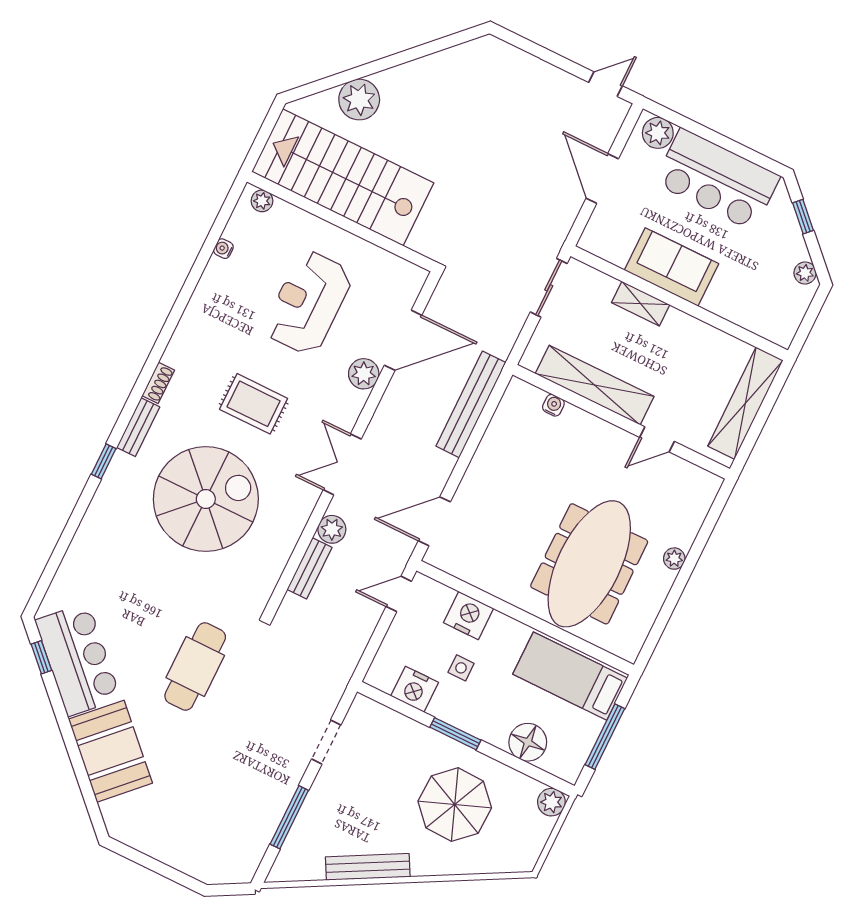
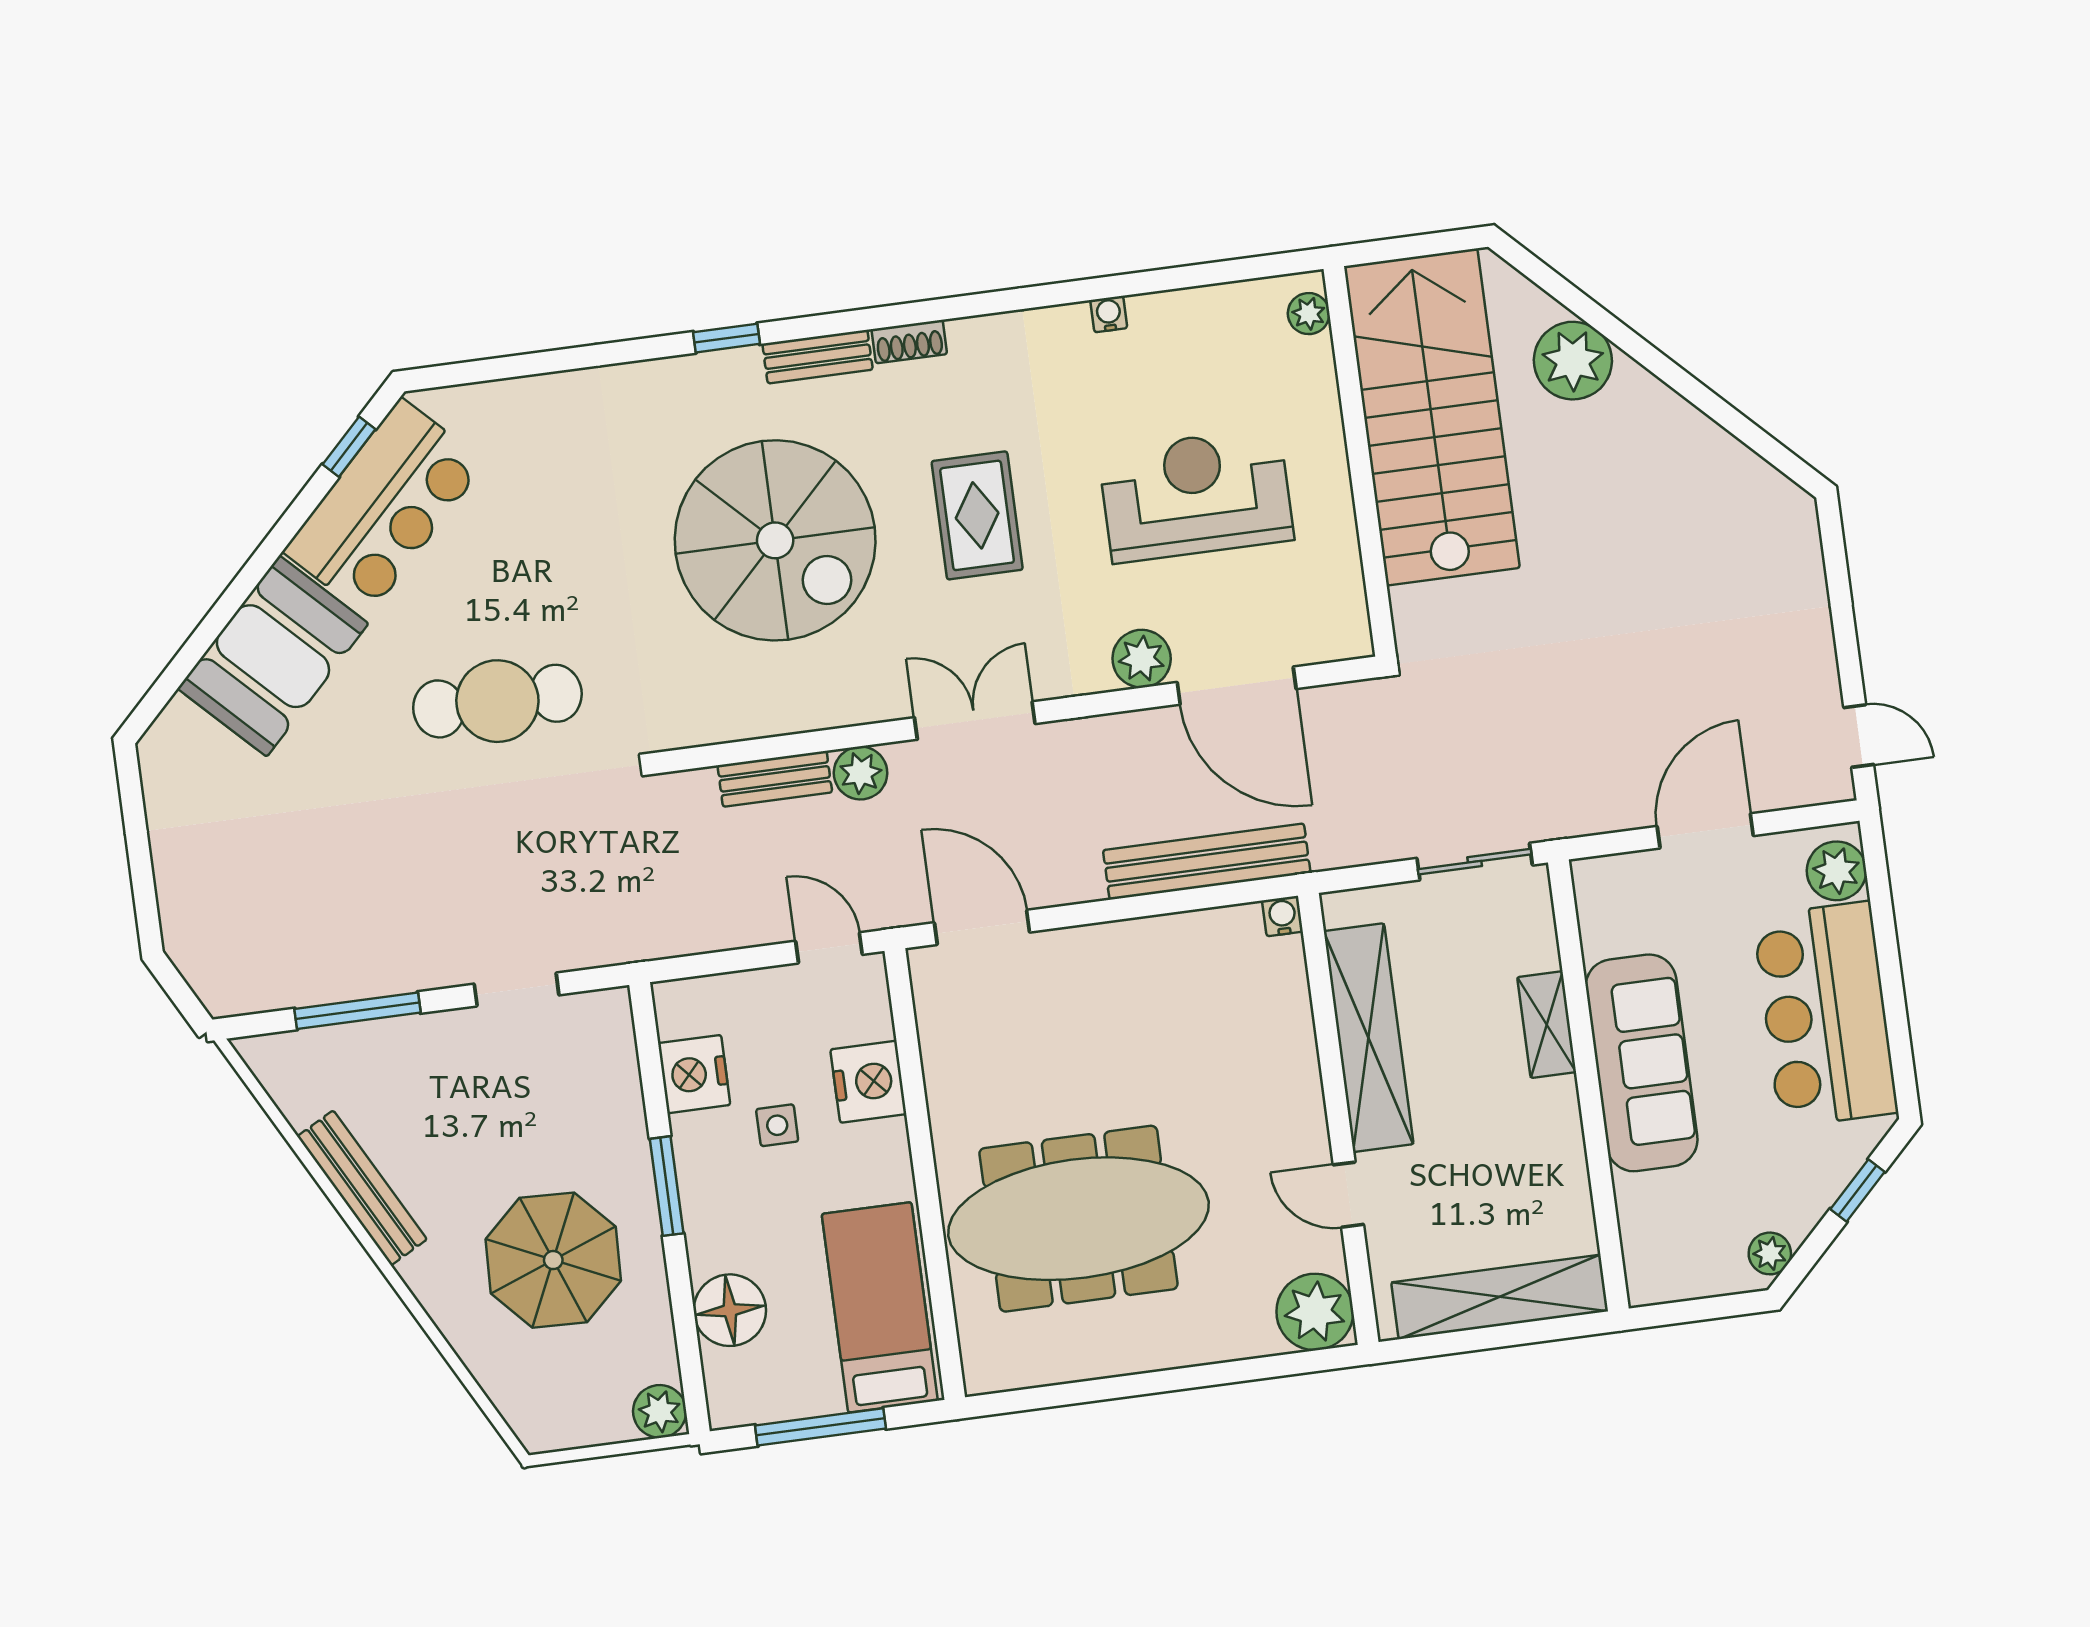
water cooler: (223, 249) -> (1109, 314), moved
sofa: (672, 267) -> (1642, 1063), width x1.36
water cooler: (553, 405) -> (1282, 916), moved, turned -90
plant: (674, 559) -> (1315, 1312), moved, width x1.88, depth x1.88

